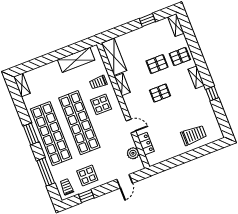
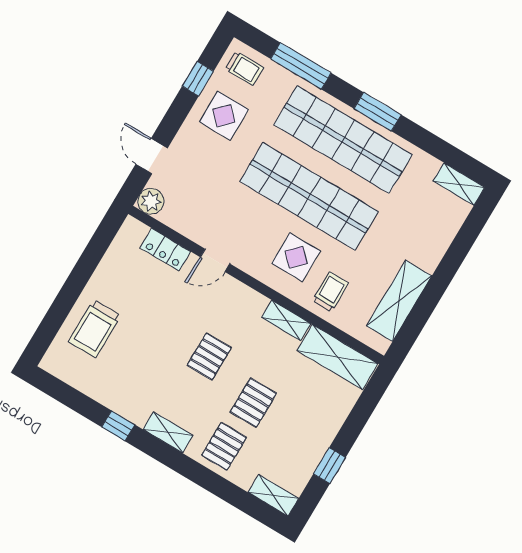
plant: (133, 153) -> (151, 201), moved

